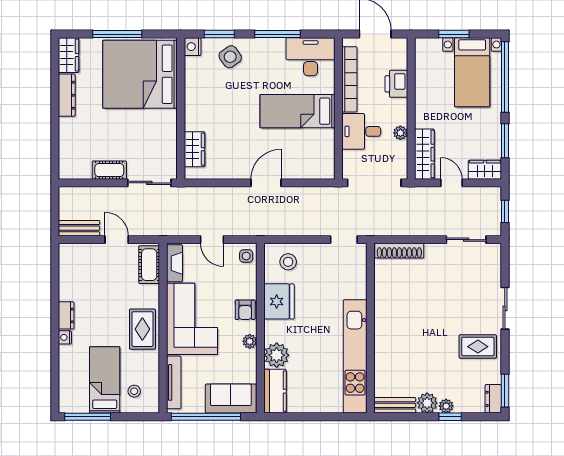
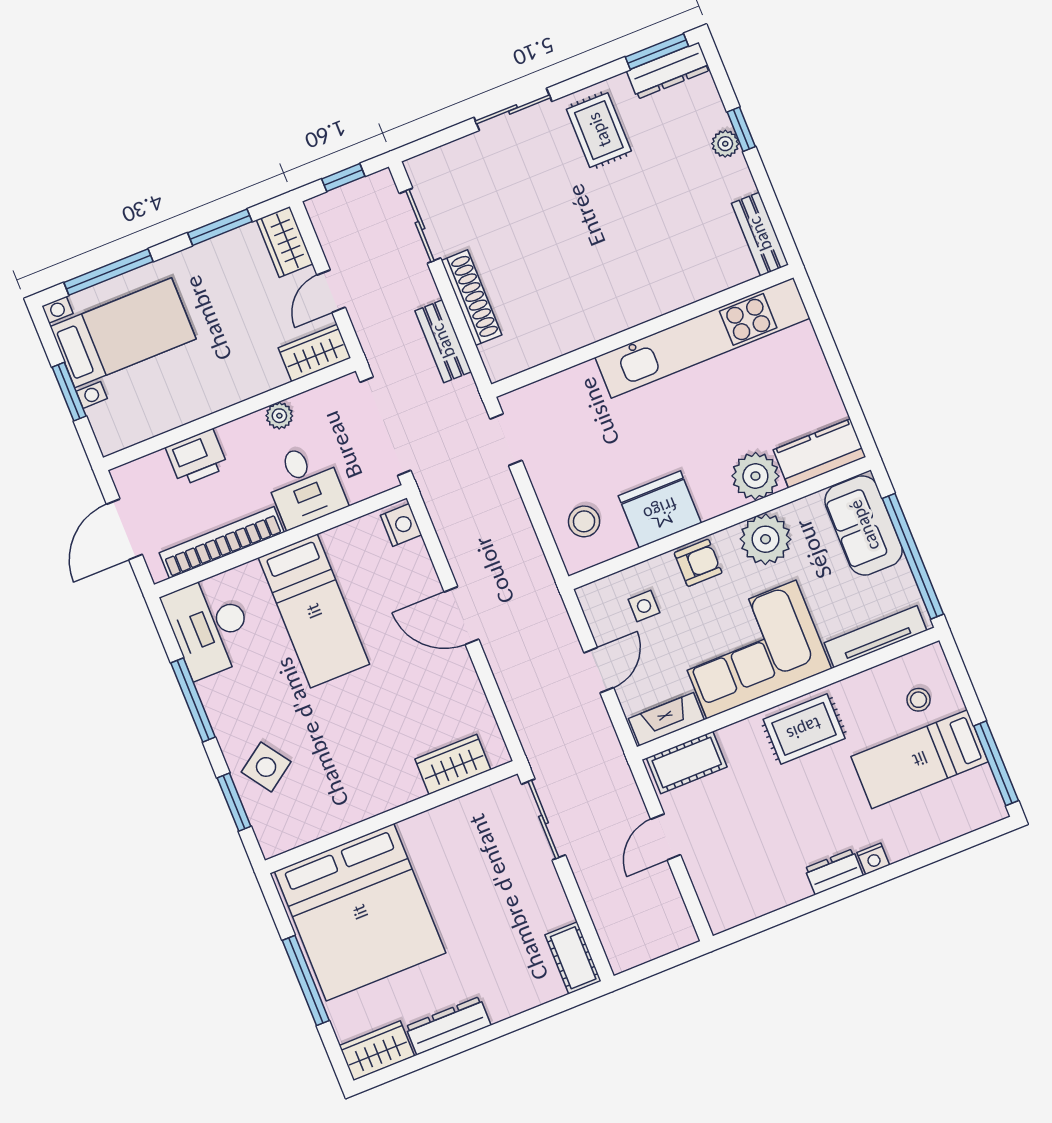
nightstand: (193, 47) -> (401, 525), moved, turned -90
window: (505, 77) -> (108, 272), width x0.68
wardrobe: (424, 154) -> (315, 353), width x0.67
cot: (109, 170) -> (573, 958), moved
bench: (79, 228) -> (443, 341), moved
shoe rack: (399, 251) -> (471, 298), moved
side table: (246, 256) -> (644, 606), moved
plant: (250, 341) -> (766, 539), width x1.87, depth x1.87
dresser: (493, 399) -> (668, 71), width x1.44
plant: (427, 403) -> (733, 179), removed

